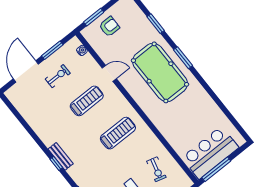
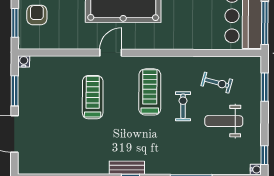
water cooler: (82, 50) -> (24, 61), moved
door: (109, 73) -> (111, 53), moved
exercise bike: (58, 76) -> (183, 106), moved

